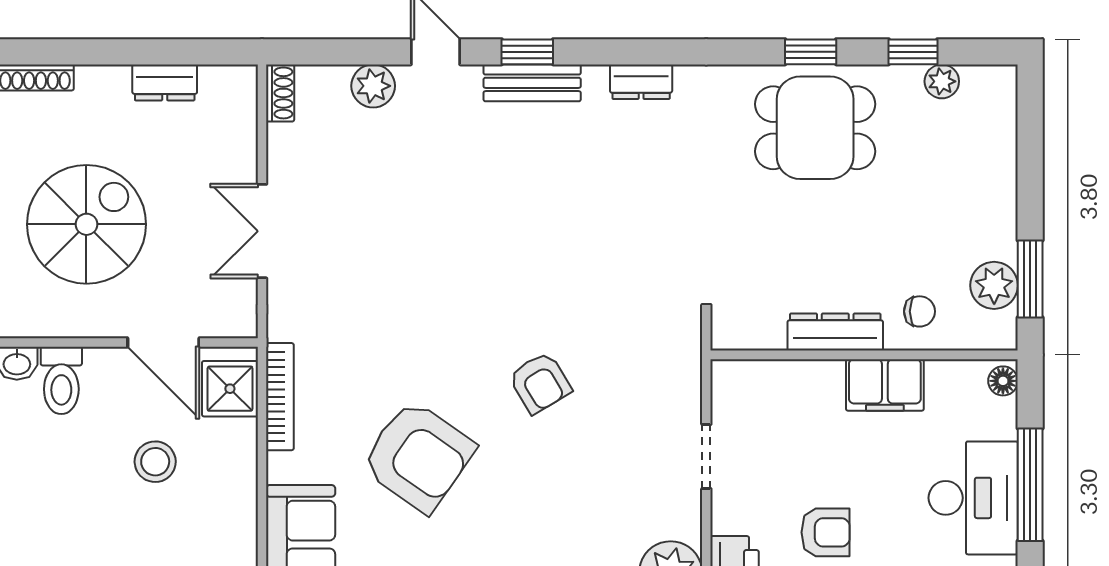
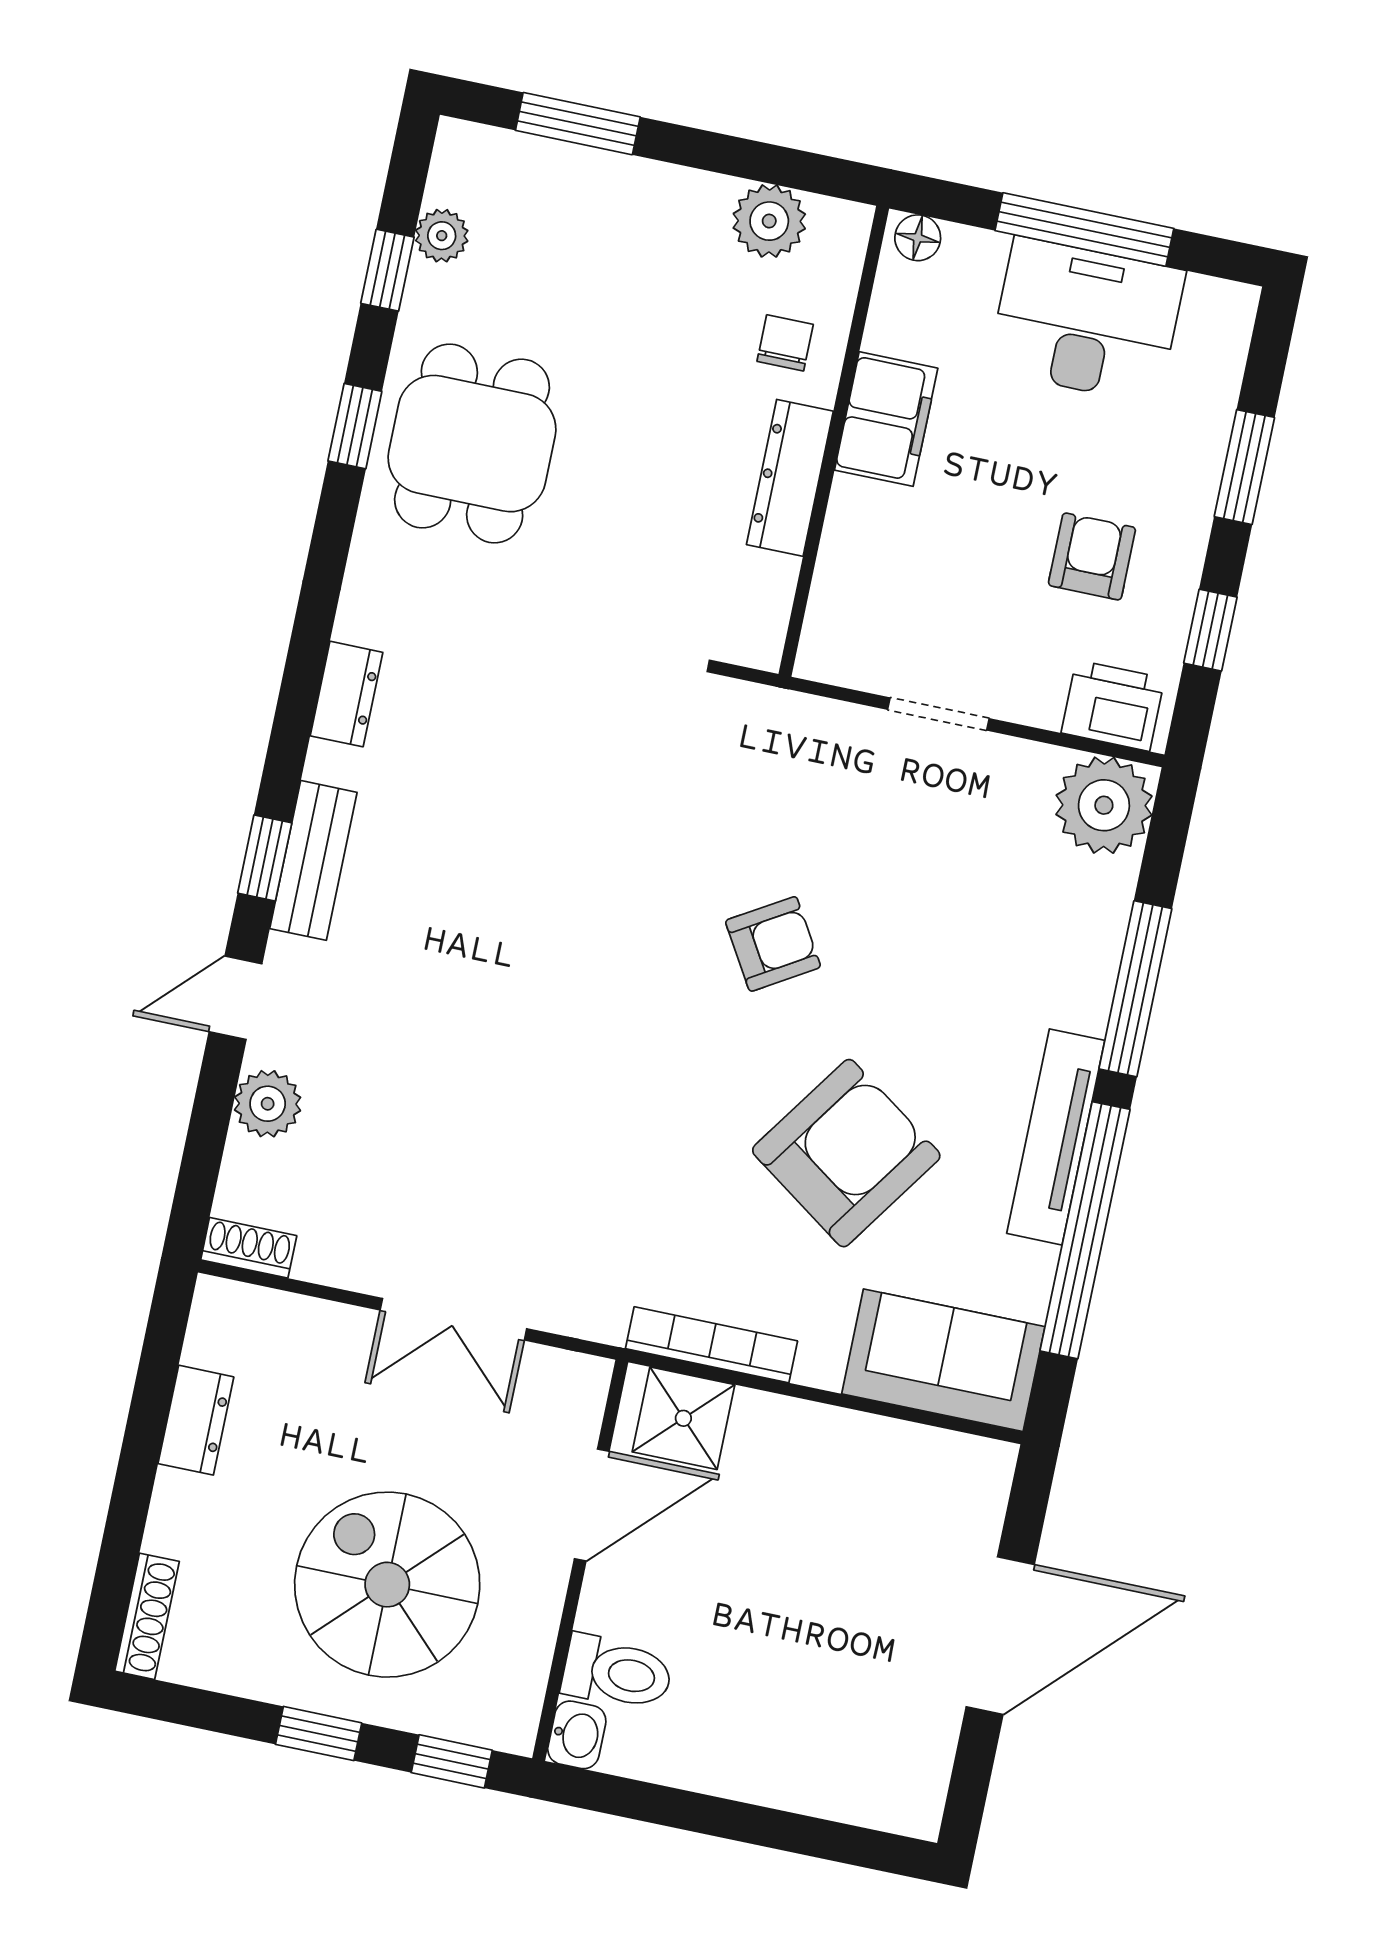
window: (1030, 279) -> (578, 124), moved
stool: (155, 462) -> (771, 1555), removed

